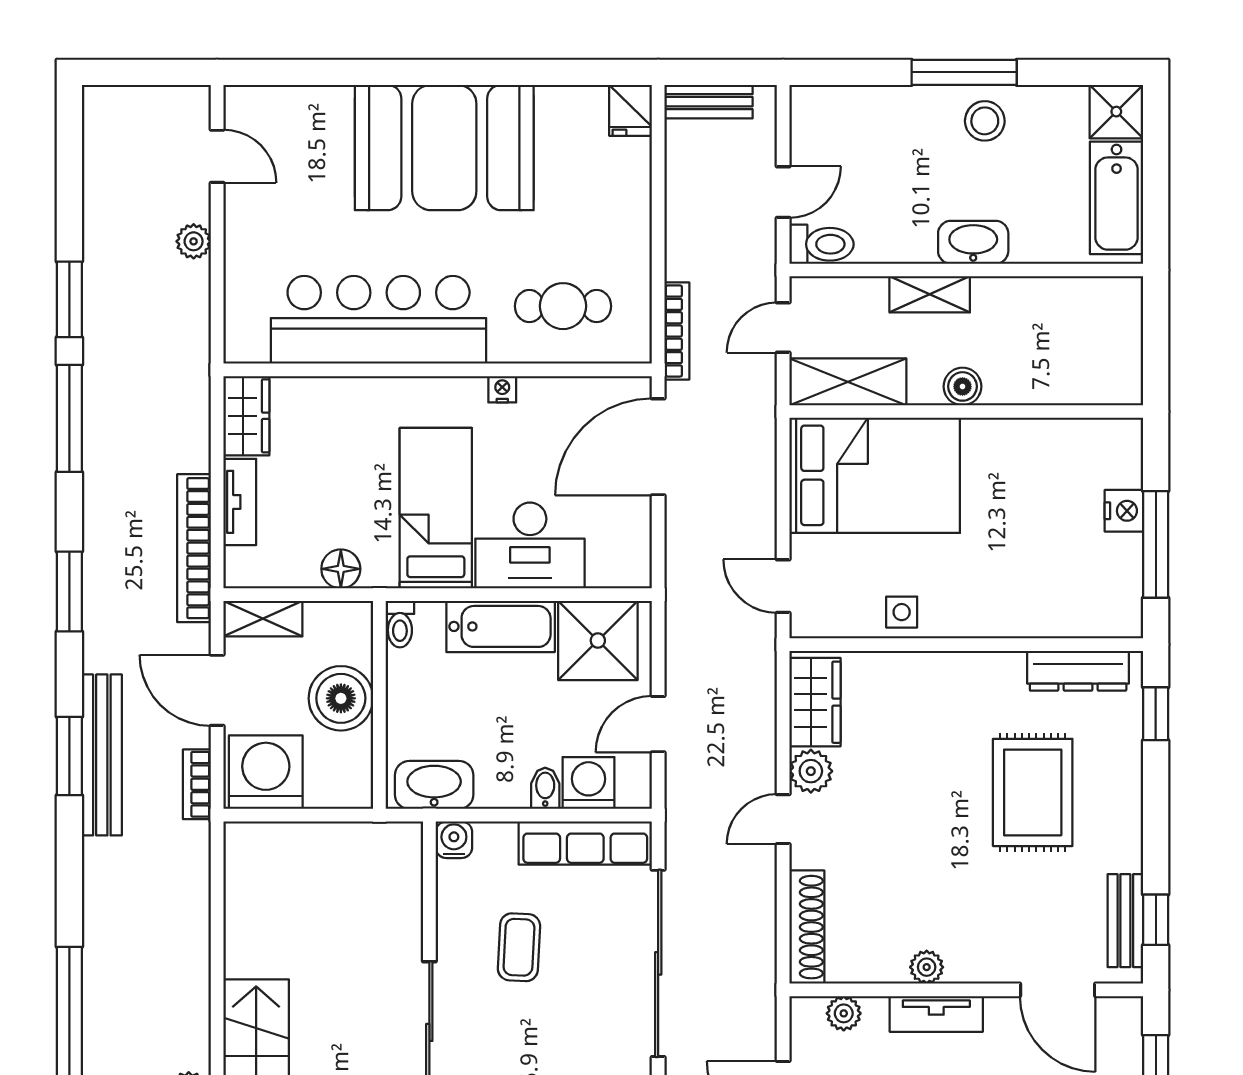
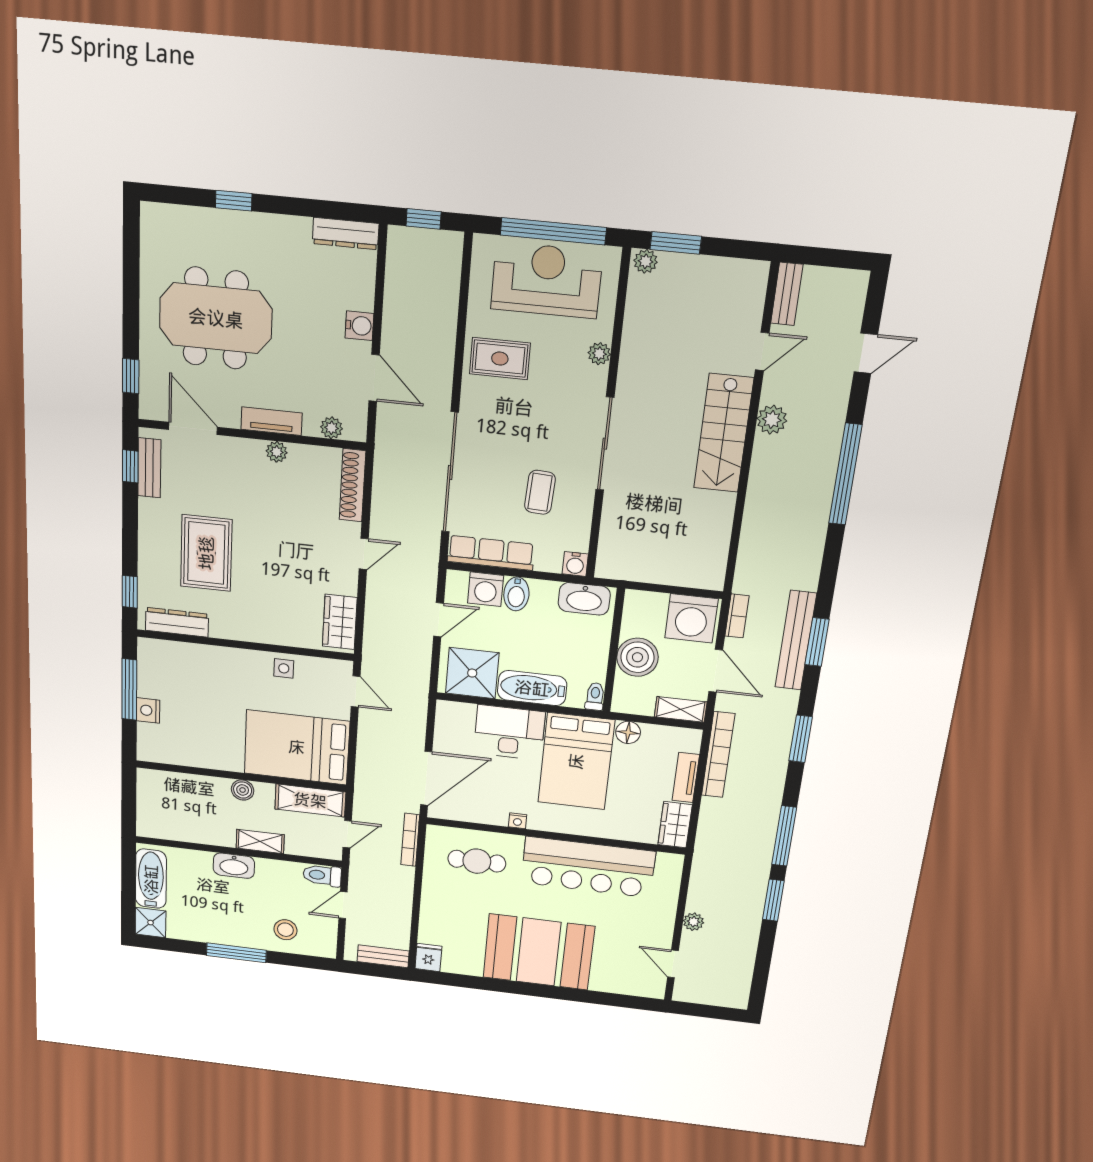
stool: (985, 121) -> (285, 930), moved
bed: (436, 508) -> (576, 761), width x1.50
plant: (811, 771) -> (345, 581), removed
bidet: (545, 788) -> (516, 594), width x1.38, depth x1.36

